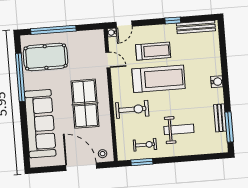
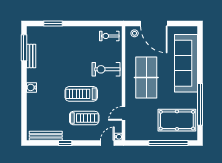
treadmill: (153, 51) -> (84, 118), turned 180
door: (108, 60) -> (124, 113), hinge flipped
treadmill: (159, 79) -> (81, 94), width x0.73, depth x0.73
weight bench: (179, 129) -> (67, 49), removed
exercise bike: (145, 145) -> (109, 36), moved
window: (142, 162) -> (53, 24), moved

